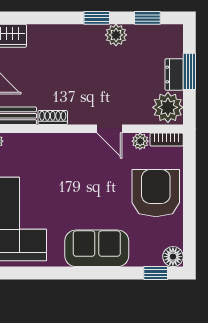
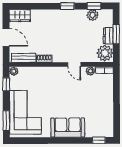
plant: (116, 35) -> (93, 15), moved
armchair: (156, 193) -> (99, 98), removed
floor lamp: (173, 257) -> (108, 132), removed

